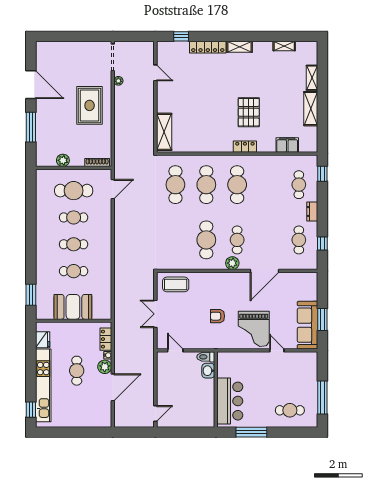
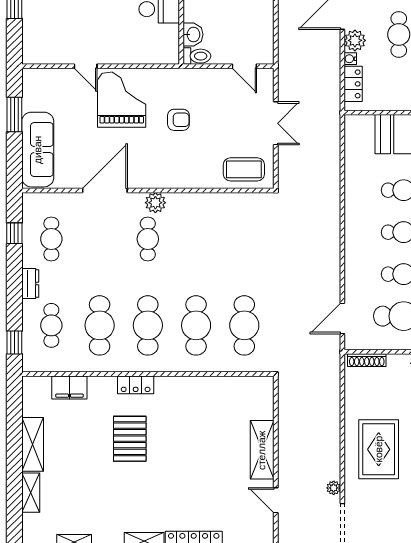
shelving: (164, 132) -> (262, 450), moved
cafe table: (206, 240) -> (100, 325), moved
sofa: (308, 325) -> (38, 150), moved

